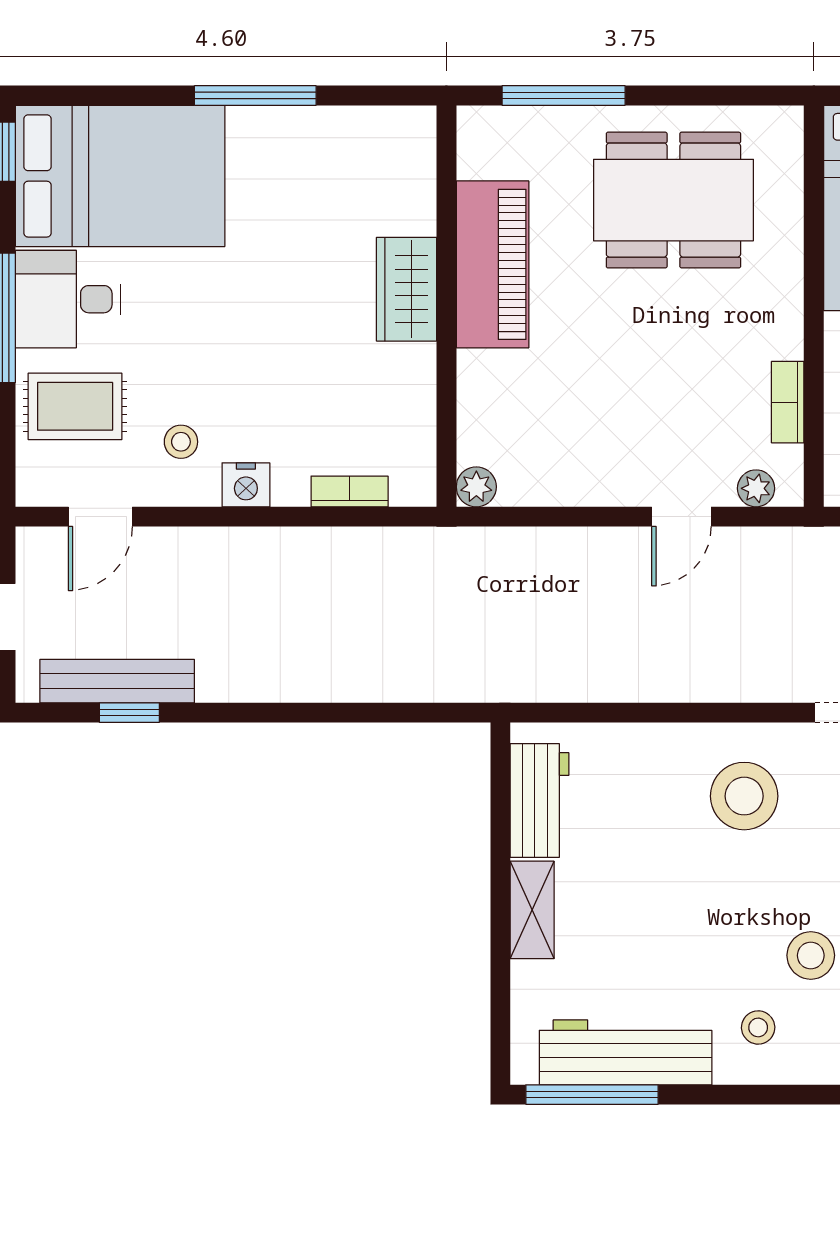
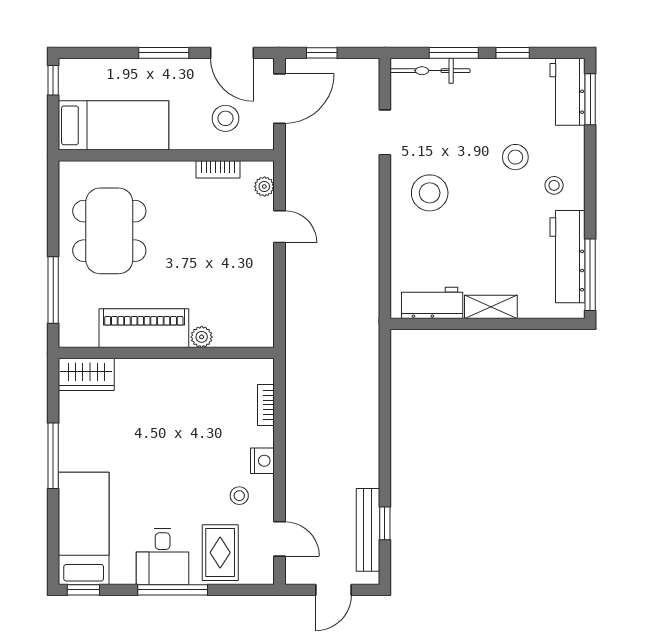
bed: (120, 176) -> (84, 528), width x0.67
wardrobe: (407, 289) -> (86, 374), moved
plant: (476, 487) -> (202, 337), moved

